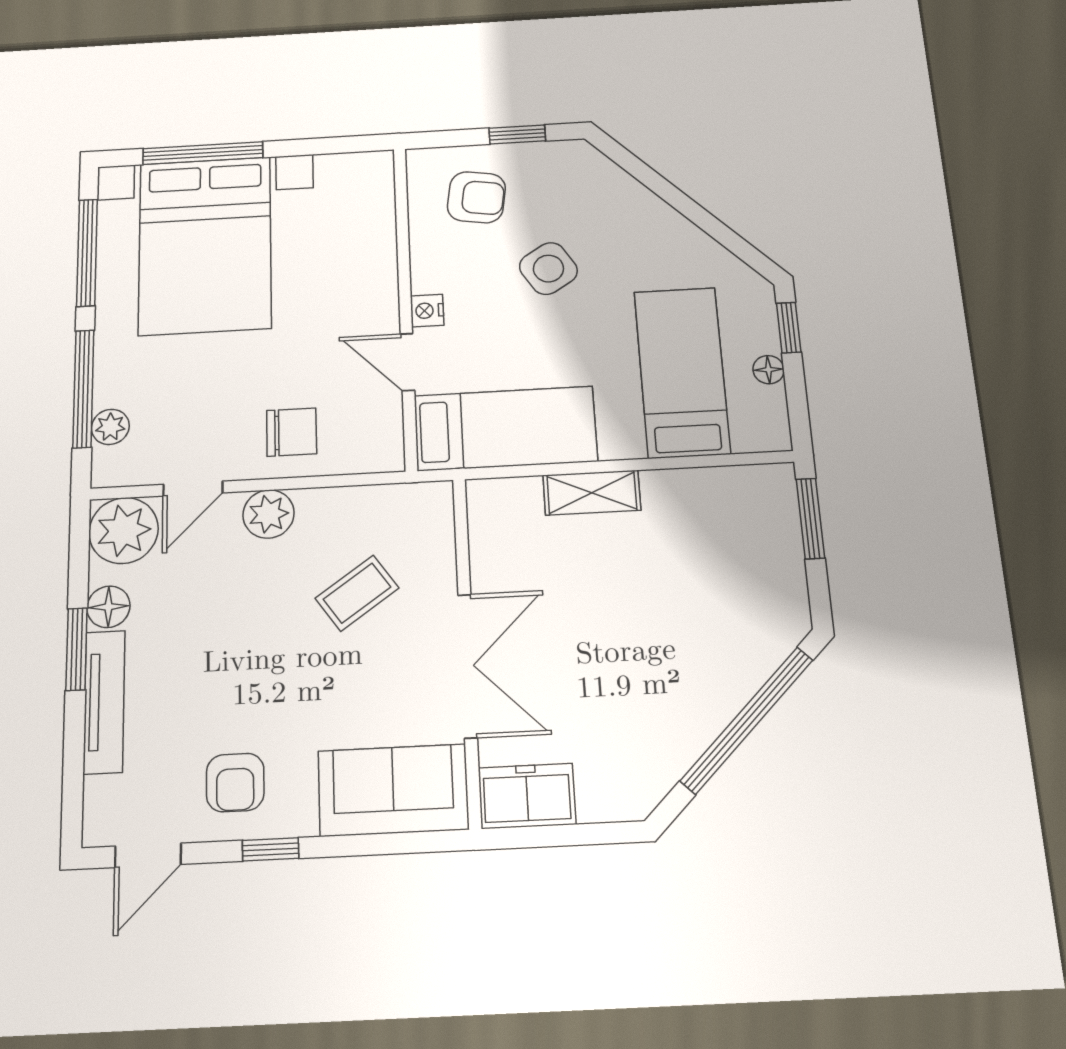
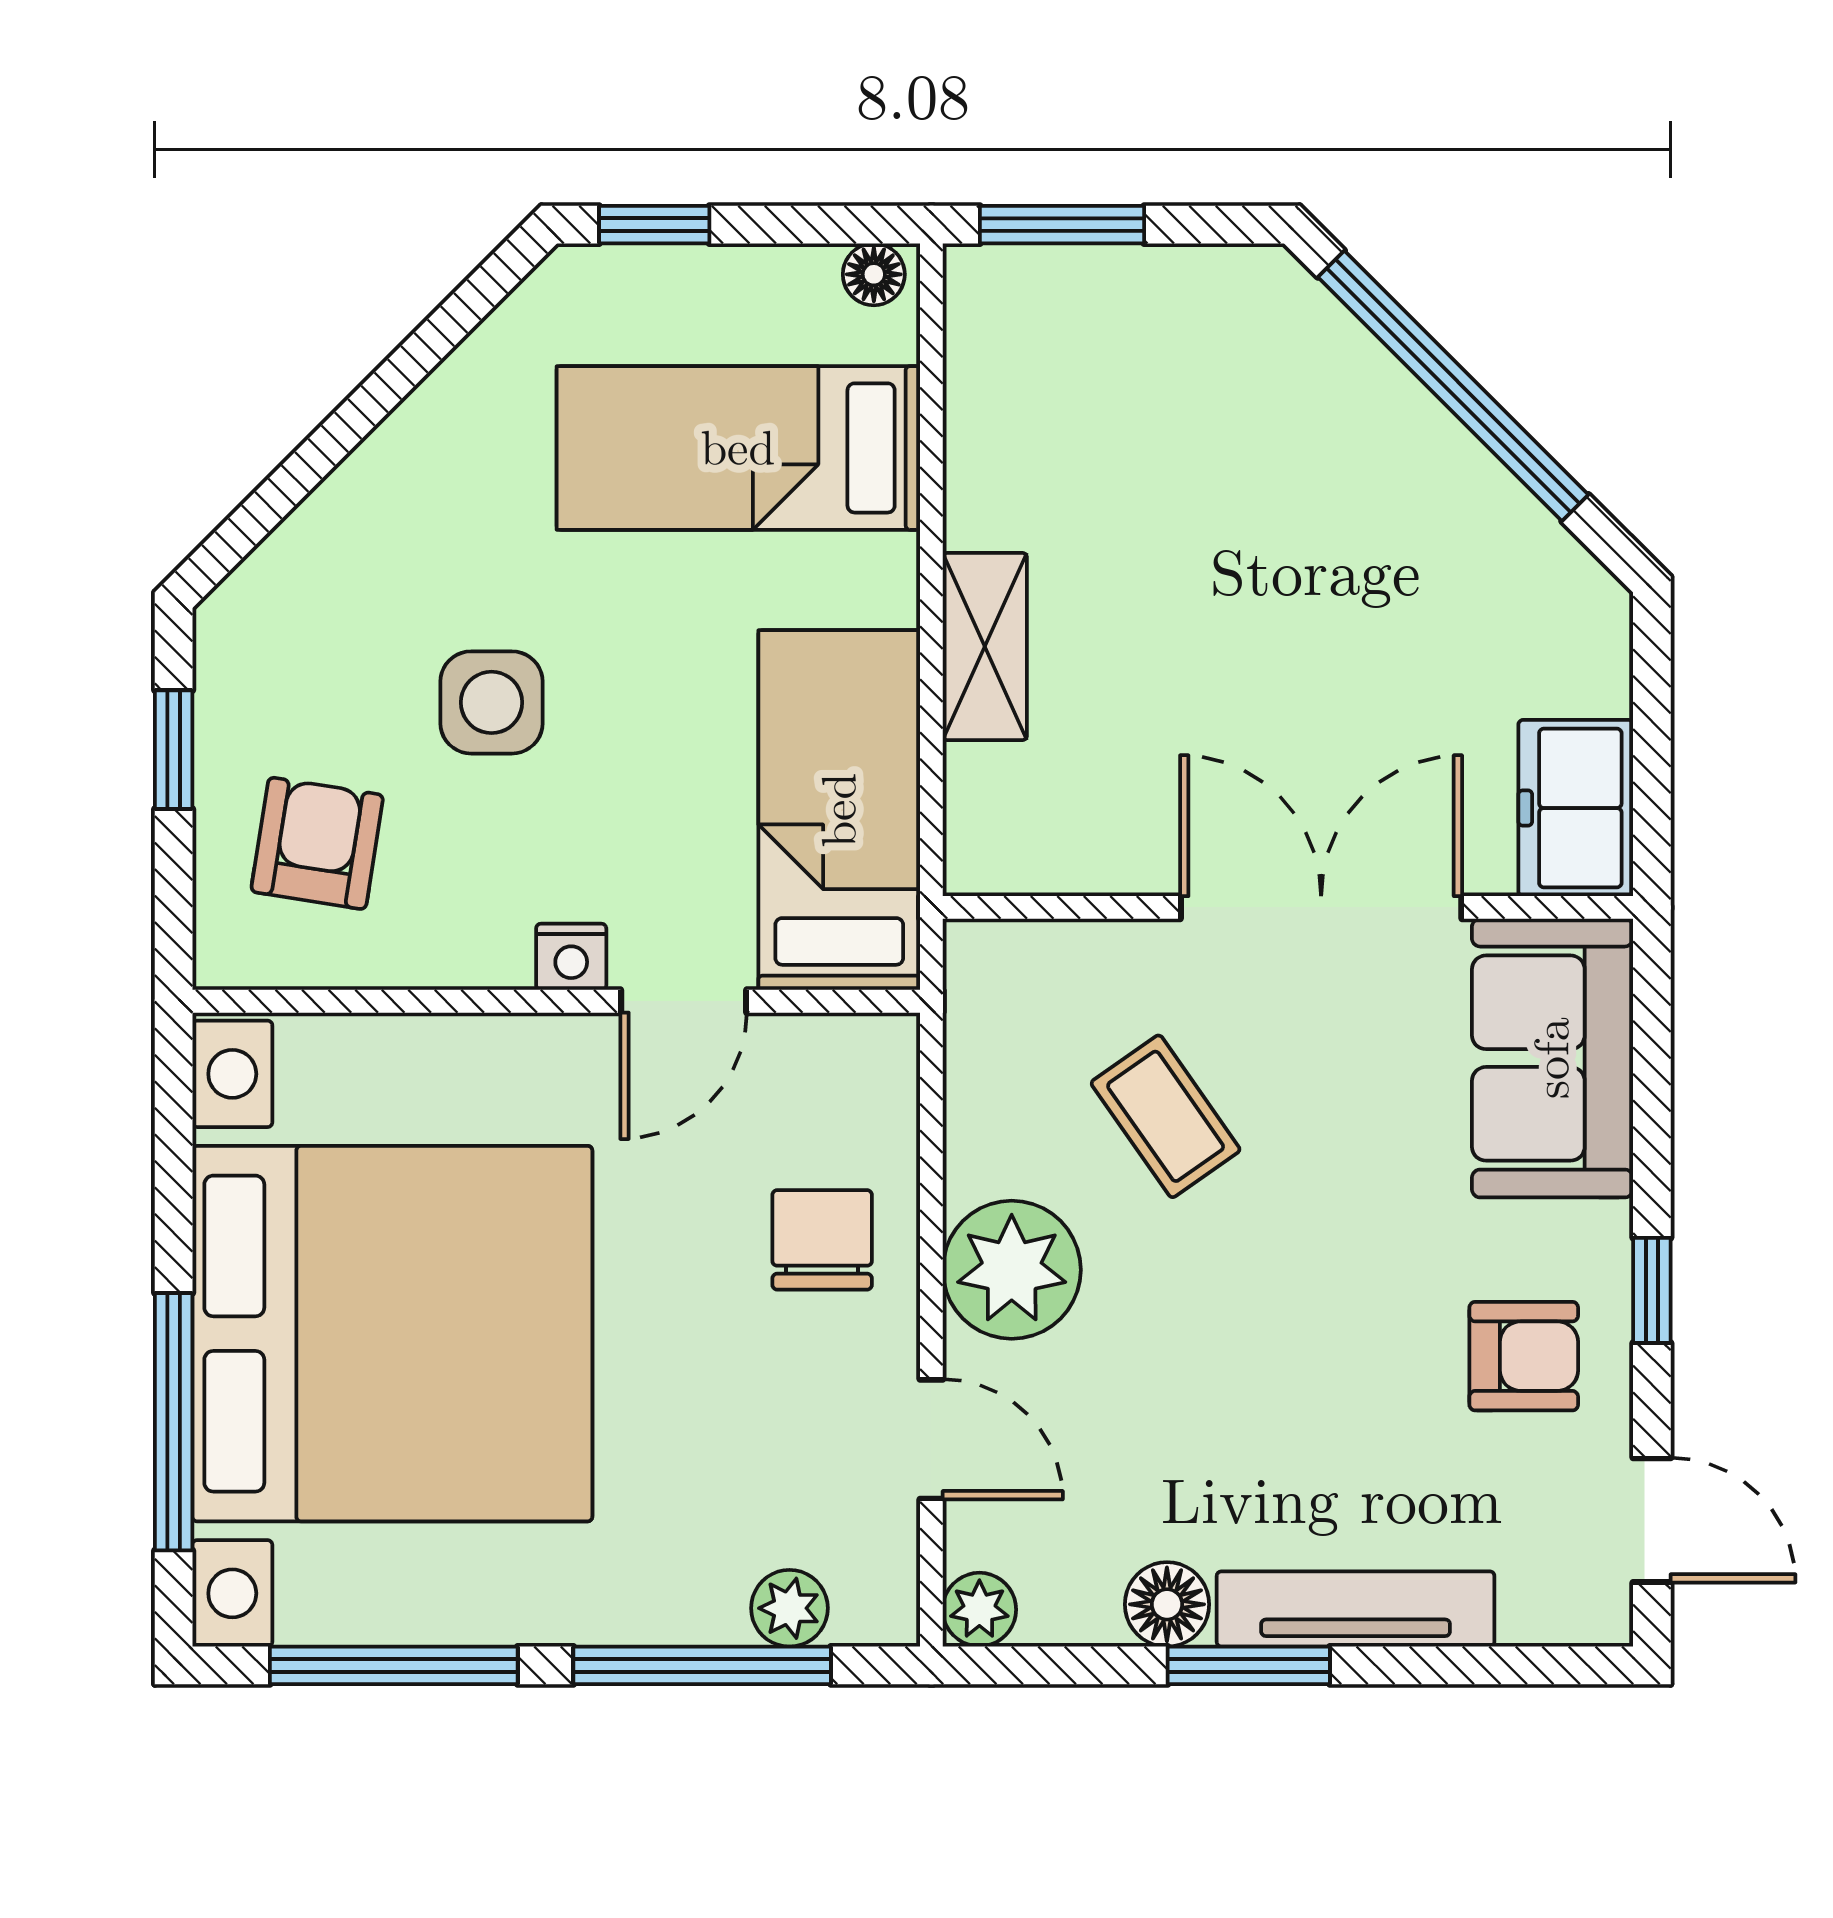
bed with nightstands: (205, 245) -> (392, 1334), width x1.36
side table: (548, 269) -> (491, 702), turned 32
floor lamp: (769, 370) -> (874, 274), moved
plant: (268, 514) -> (1012, 1270), width x1.36, depth x1.36
plant: (124, 530) -> (979, 1610), width x0.53, depth x0.53

